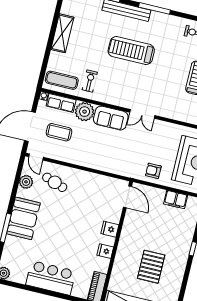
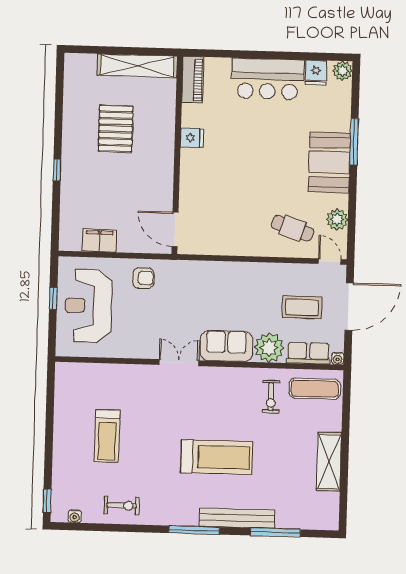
fridge: (110, 229) -> (316, 73), moved, turned 90

